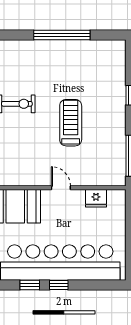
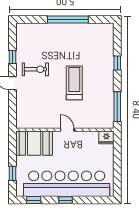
fridge: (96, 198) -> (106, 137), moved
window: (30, 285) -> (34, 200), moved

